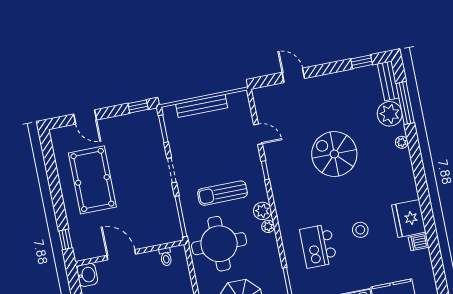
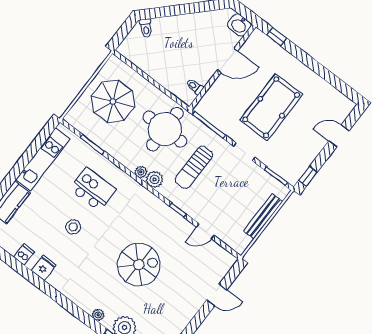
pool table: (92, 180) -> (271, 107), moved, turned 90
sun lounger: (222, 193) -> (194, 167), turned 180
fridge: (409, 219) -> (44, 268), width x0.53, depth x0.75

